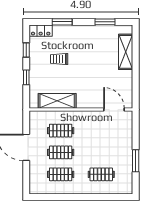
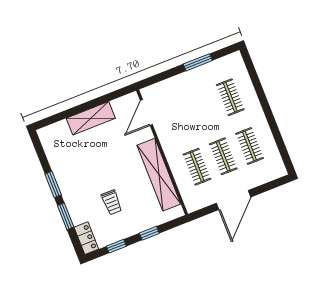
window: (105, 22) -> (53, 184), moved
shelving: (126, 52) -> (91, 118), moved
shelving: (57, 101) -> (159, 175), width x1.47

